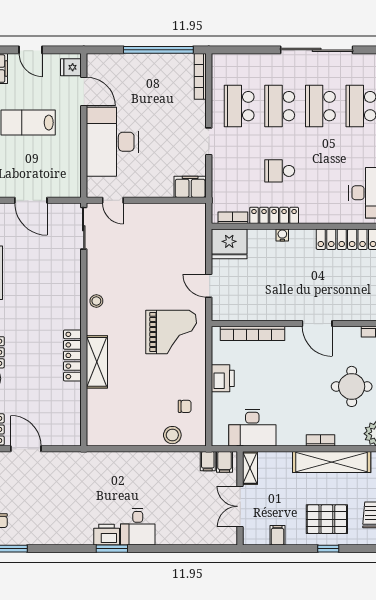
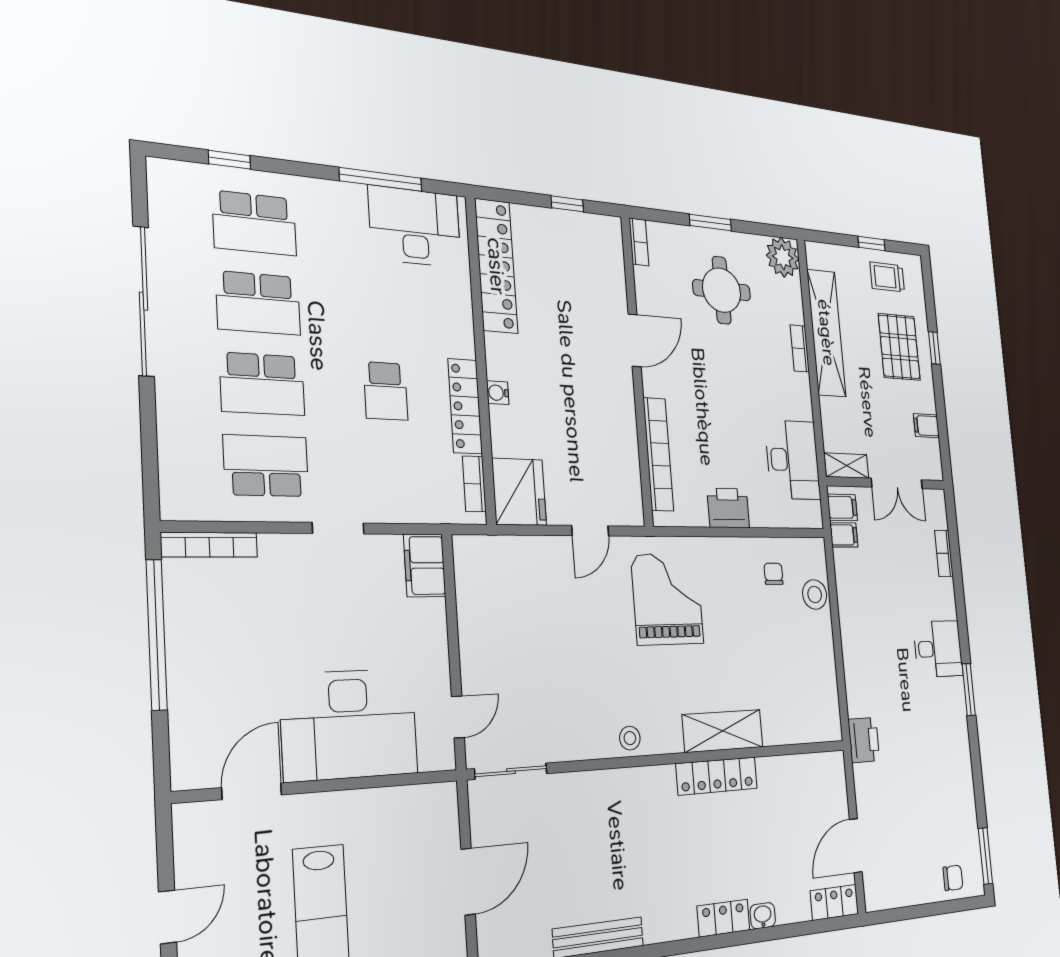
fridge: (71, 67) -> (202, 823), removed
school desk: (239, 106) -> (266, 466), turned 180
printer: (107, 535) -> (864, 740), moved, turned 180
bookcase: (197, 539) -> (944, 553), added

